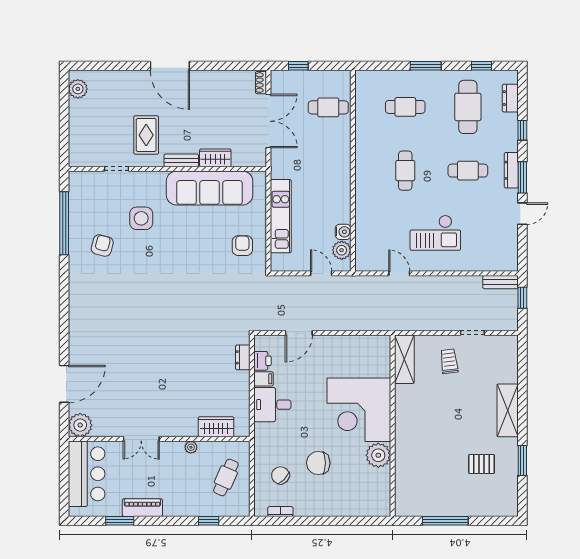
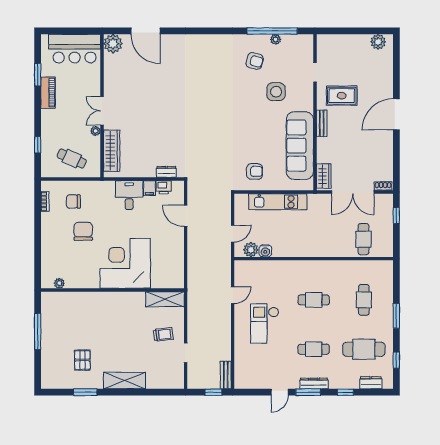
wardrobe: (215, 158) -> (324, 176), moved
cafe table: (468, 171) -> (314, 349), turned 90
door: (522, 214) -> (280, 392), hinge flipped
plant: (75, 219) -> (276, 39), added
wardrobe: (216, 427) -> (112, 151), width x1.50
double door: (141, 439) -> (102, 111), moved
plant: (378, 455) -> (59, 283), moved, width x0.53, depth x0.53
chair: (280, 475) -> (73, 201), turned -135

